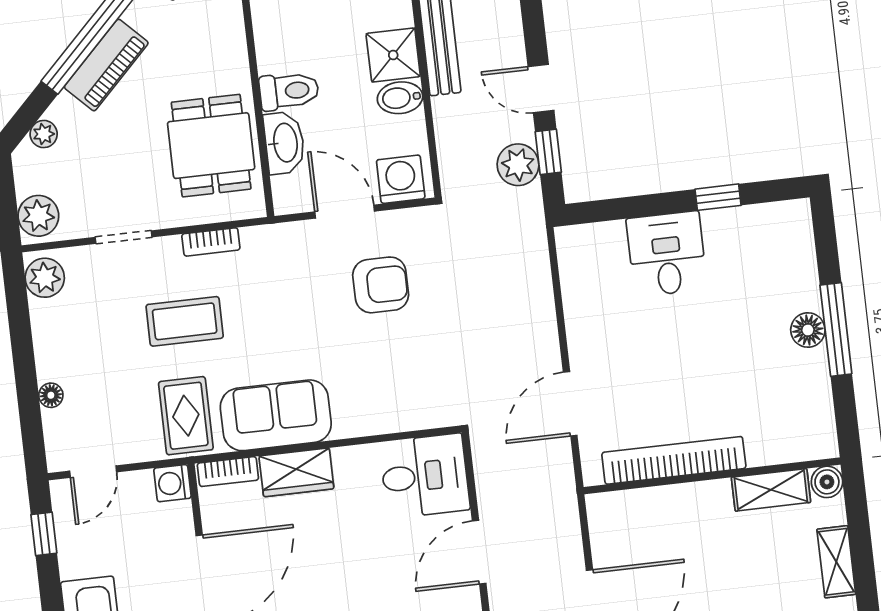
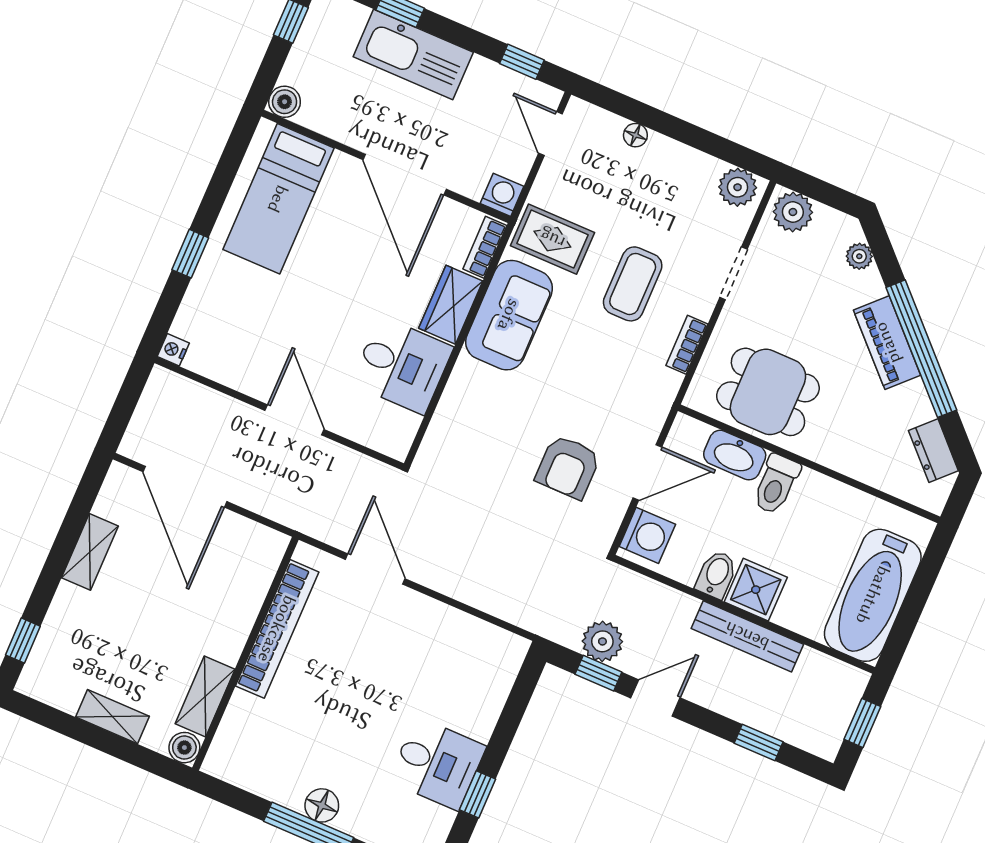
desk: (667, 254) -> (437, 764), moved
desk: (425, 476) -> (402, 365), moved, turned -90

